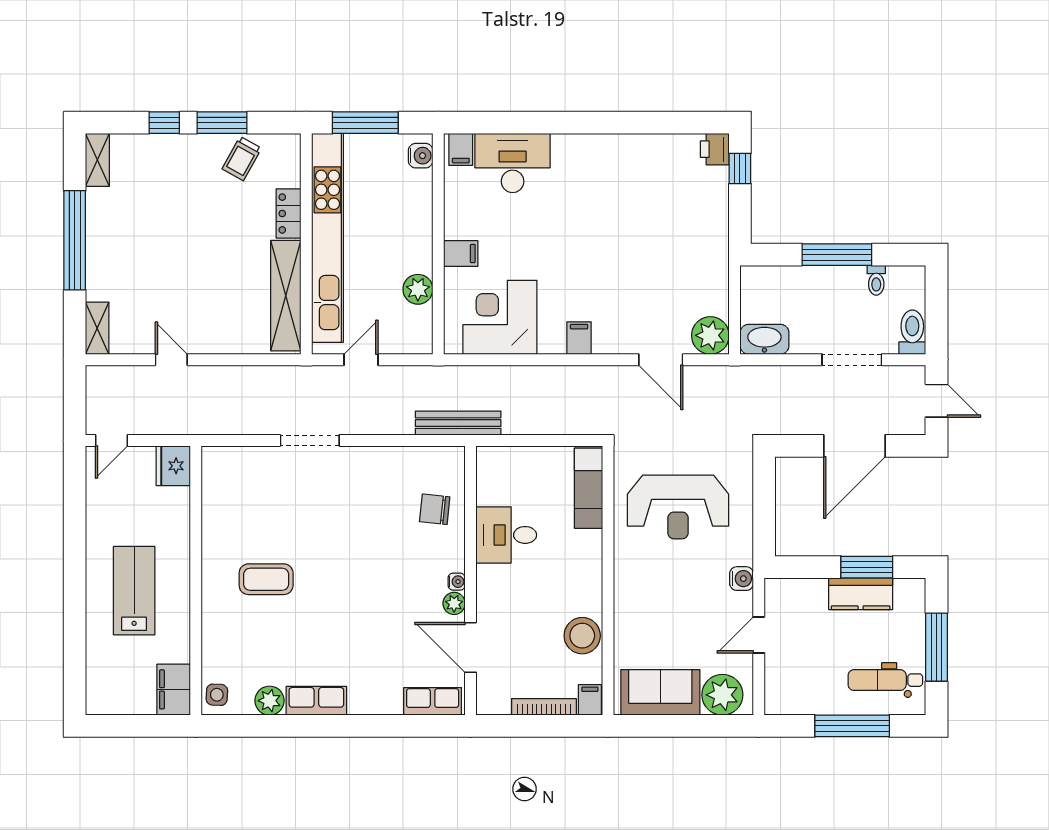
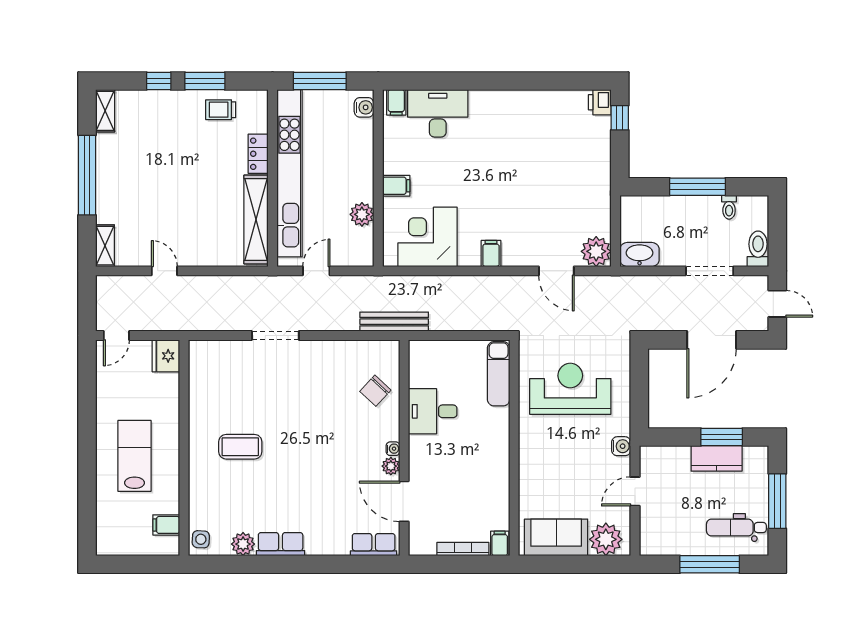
trolley: (242, 159) -> (221, 110), turned 61
reception desk: (678, 507) -> (570, 389), turned 180
chair: (435, 509) -> (375, 391), turned -53
stool: (582, 636) -> (494, 492), removed
filing cabinet: (174, 689) -> (166, 525), width x0.50

